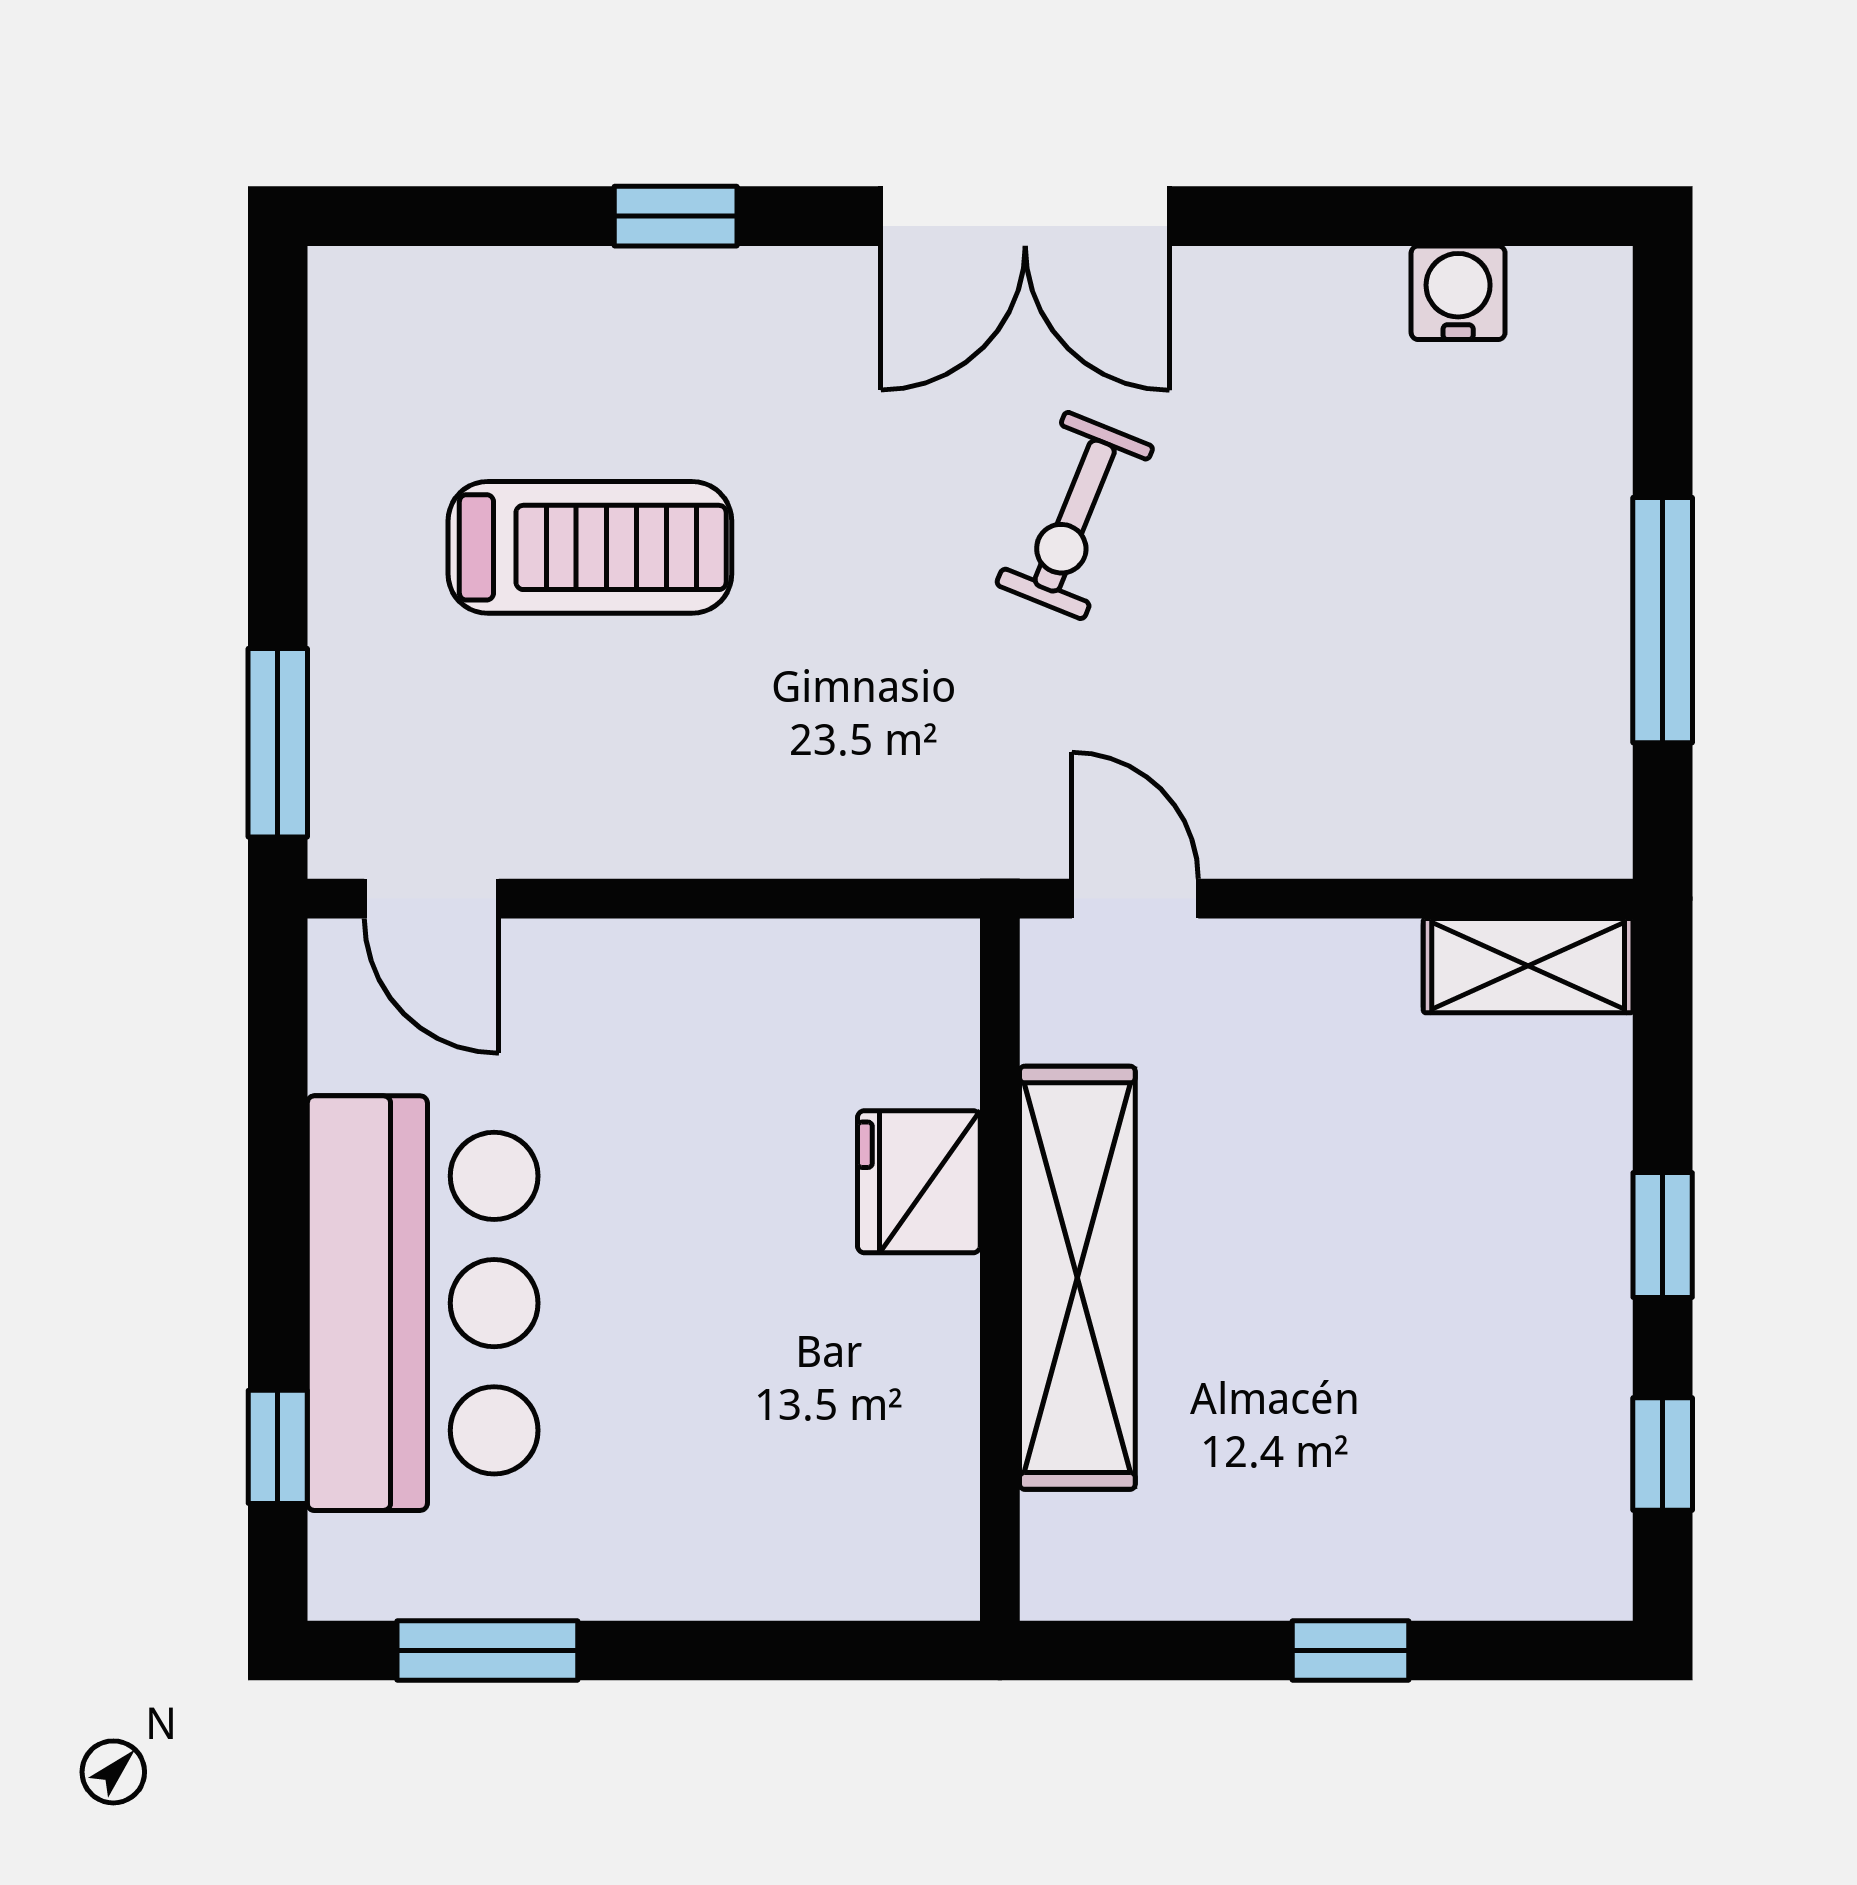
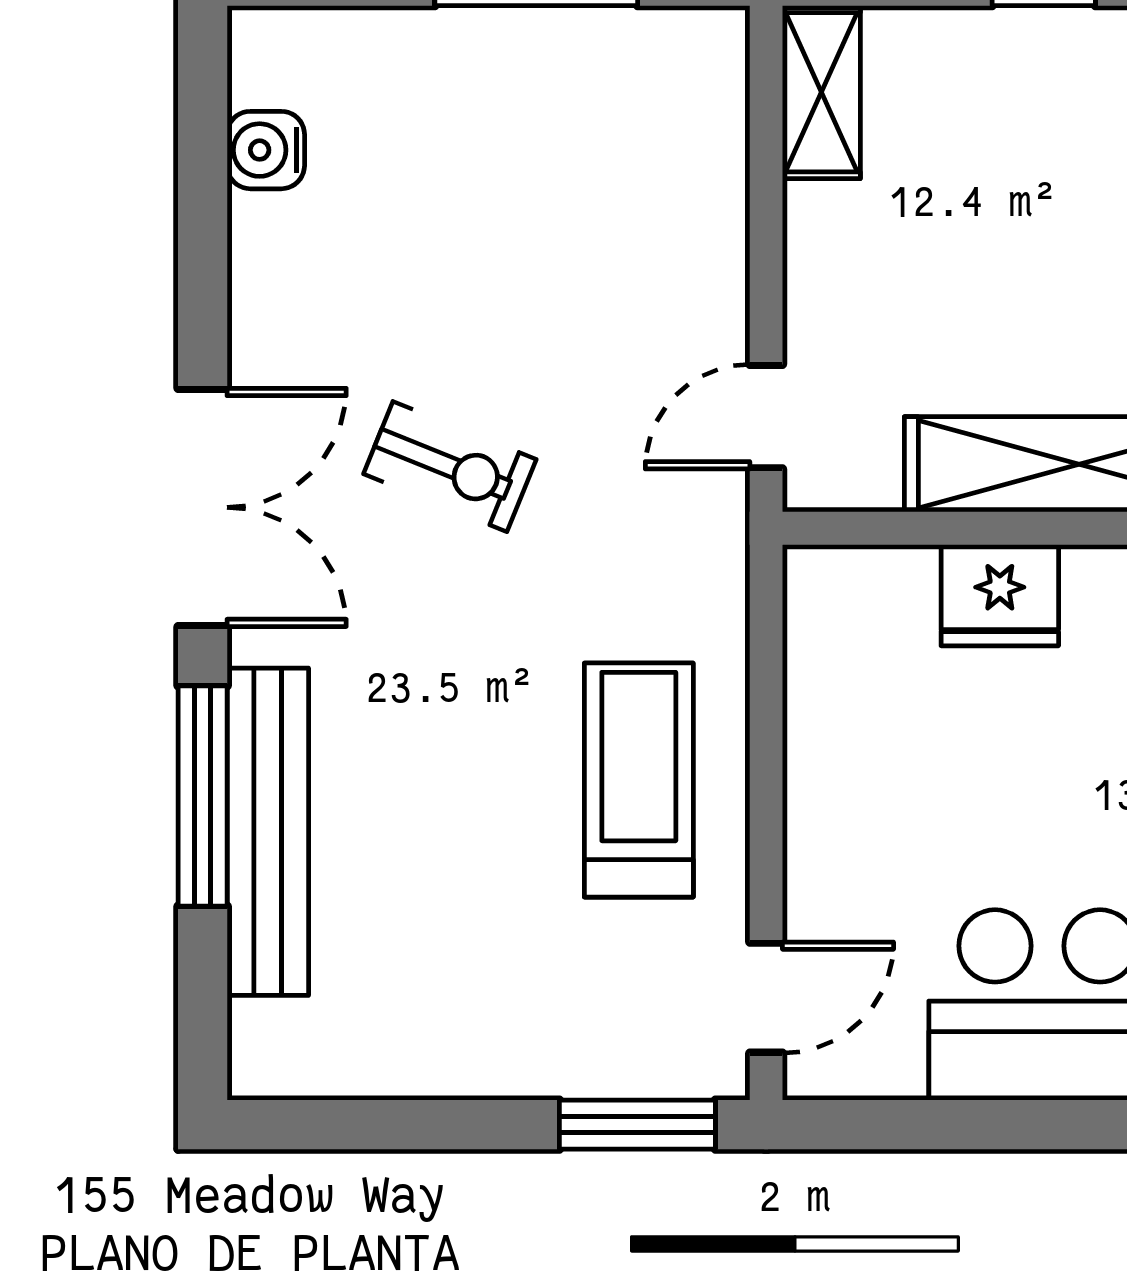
window: (676, 216) -> (203, 796), width x2.17
bench: (632, 295) -> (268, 832), added
treadmill: (590, 547) -> (639, 780), moved

